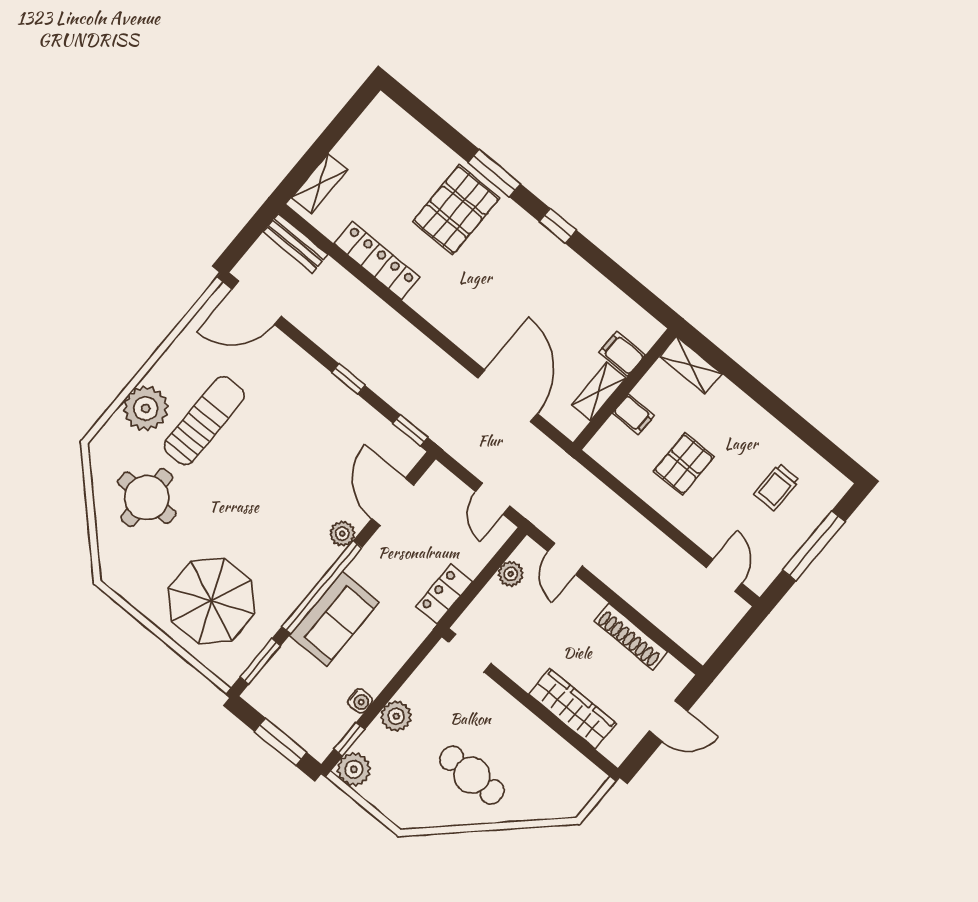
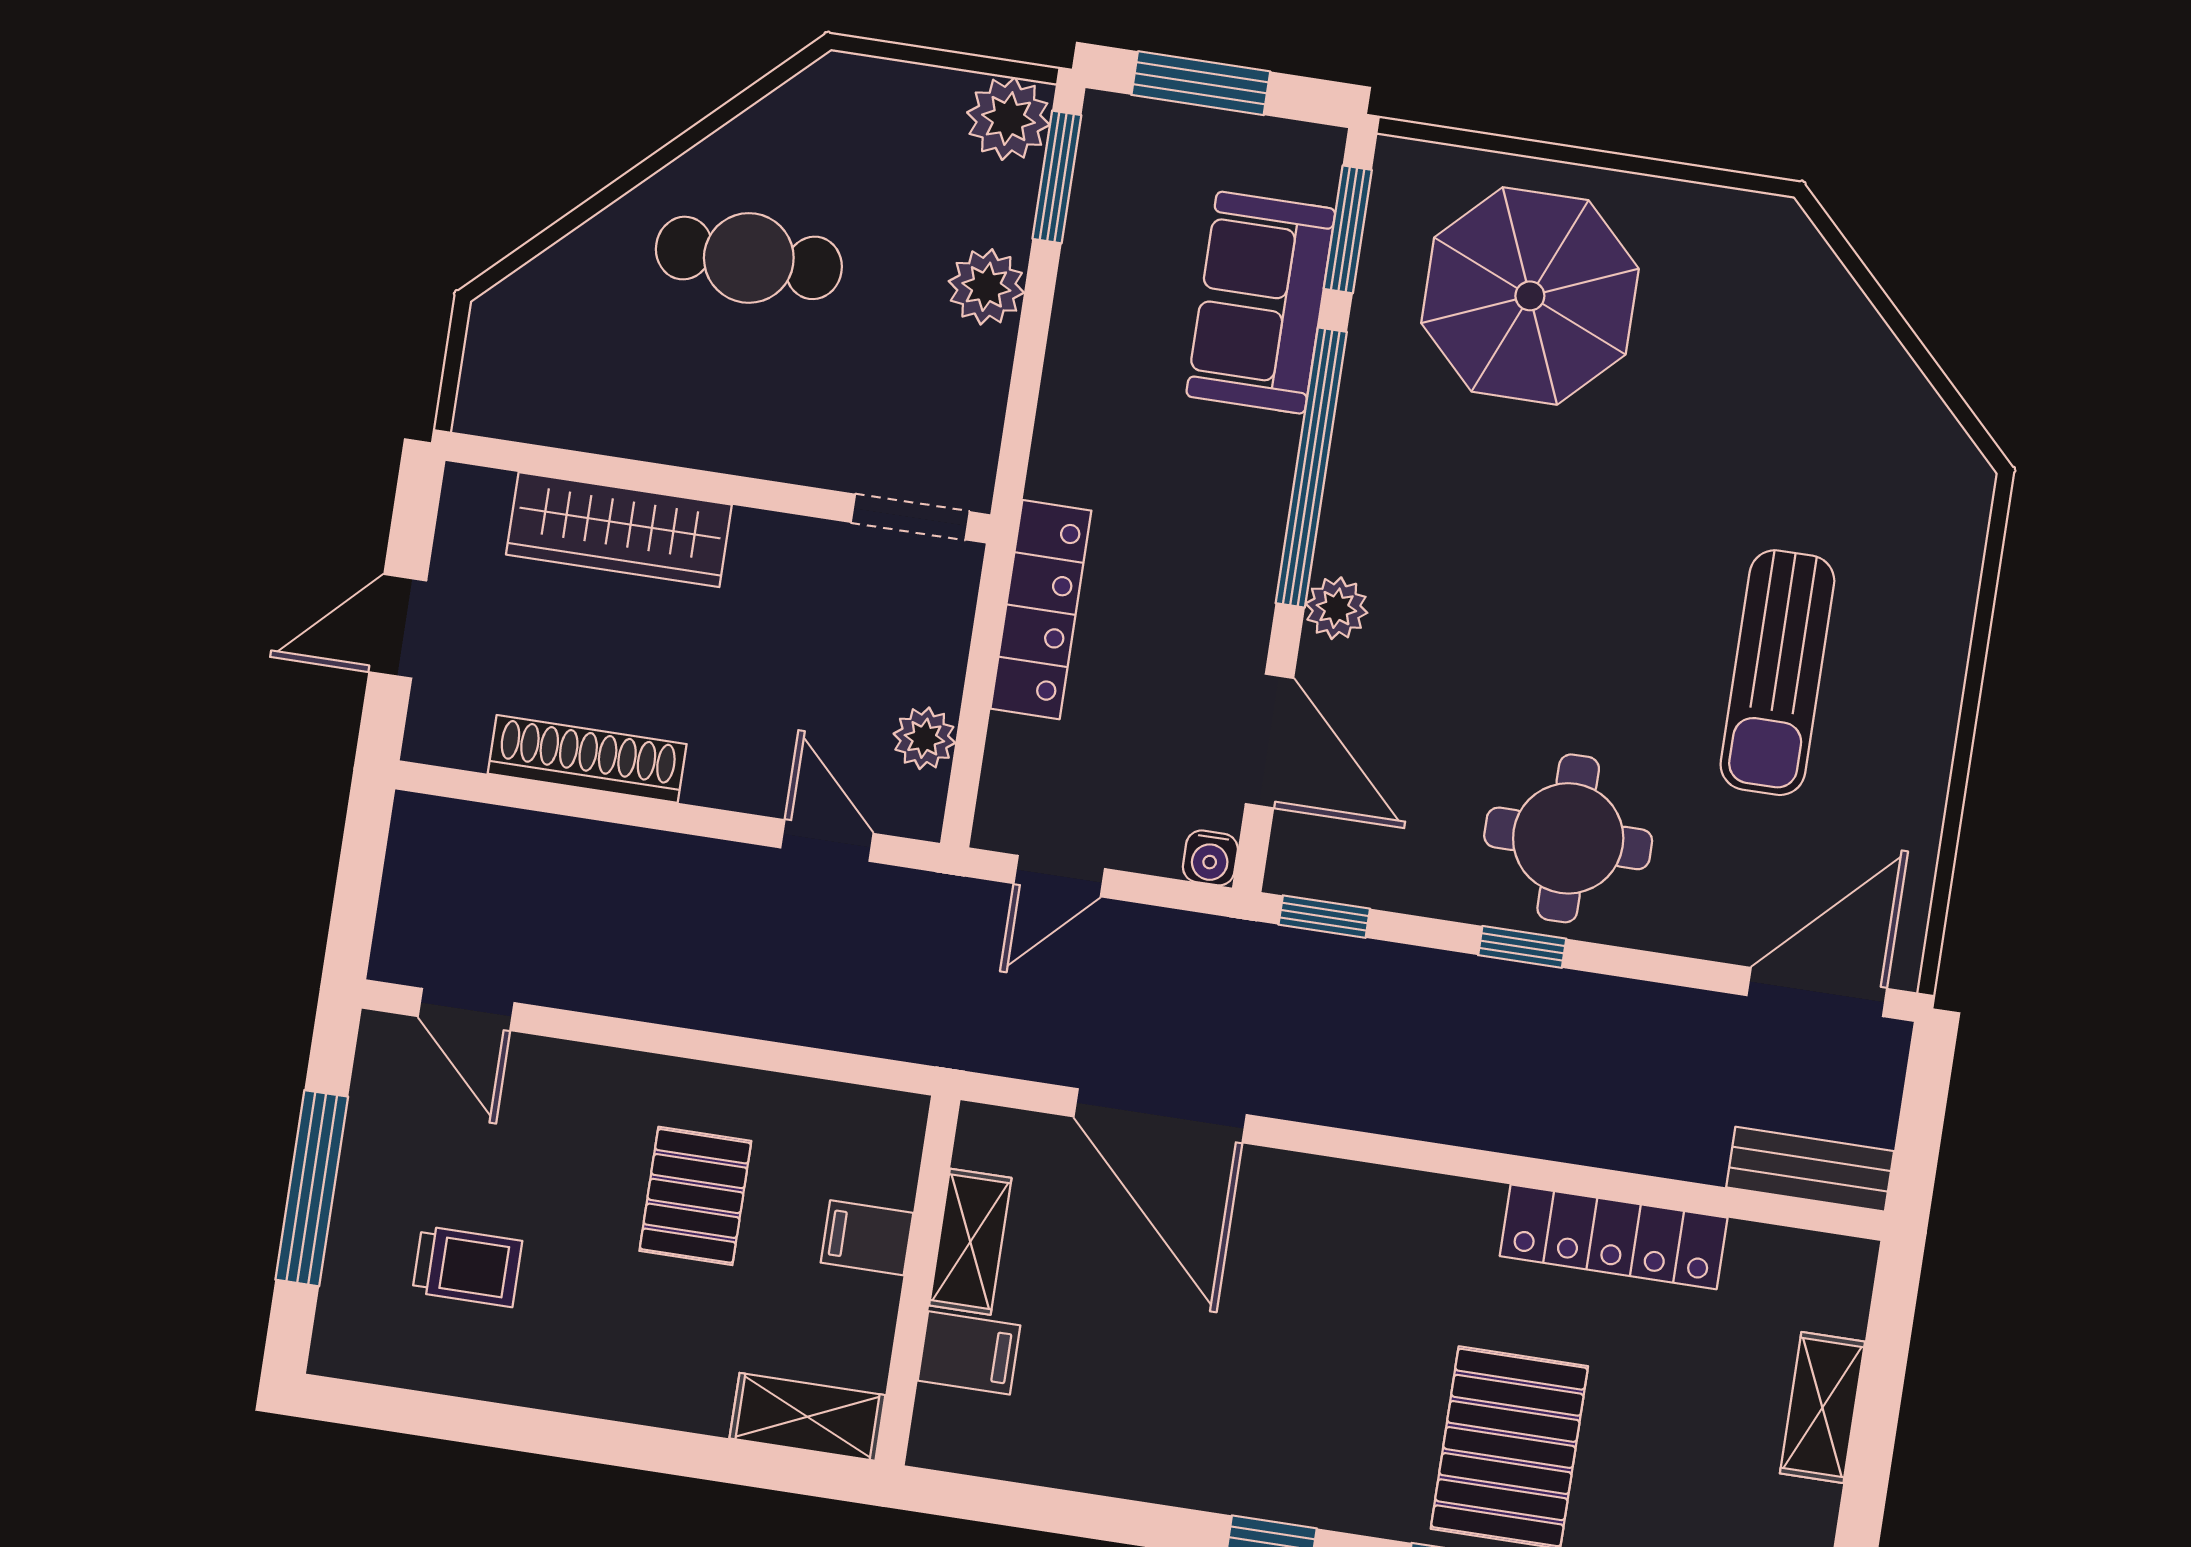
shelving: (320, 184) -> (1822, 1408), moved
plant: (146, 408) -> (1918, 624), removed
trolley: (777, 487) -> (467, 1266), turned 90
round table: (147, 498) -> (1568, 838), moved
door: (493, 499) -> (1059, 876), swing flipped
locker: (444, 594) -> (1041, 610), width x1.53
sofa: (334, 619) -> (1261, 303), moved
water cooler: (360, 701) -> (1210, 858), moved, turned -90
window: (349, 739) -> (1057, 177), width x1.50

